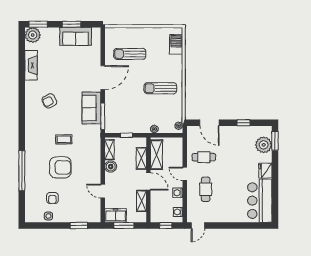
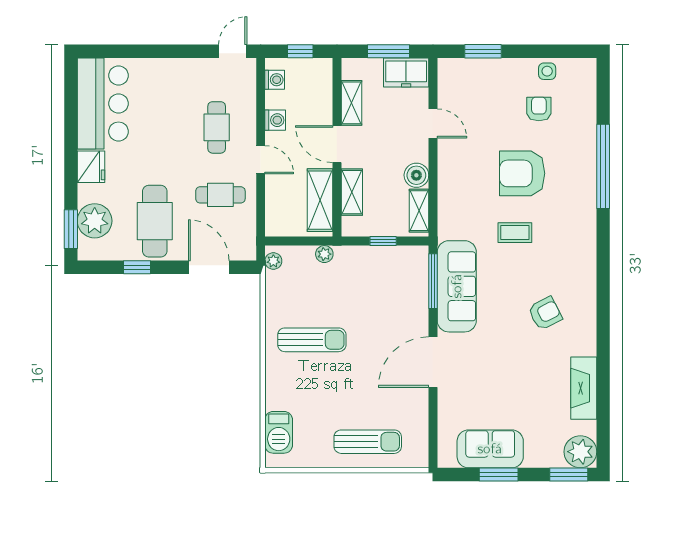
sun lounger: (130, 54) -> (368, 442), moved
sofa: (91, 108) -> (457, 286), width x1.36
cafe table: (235, 145) -> (155, 221), added

